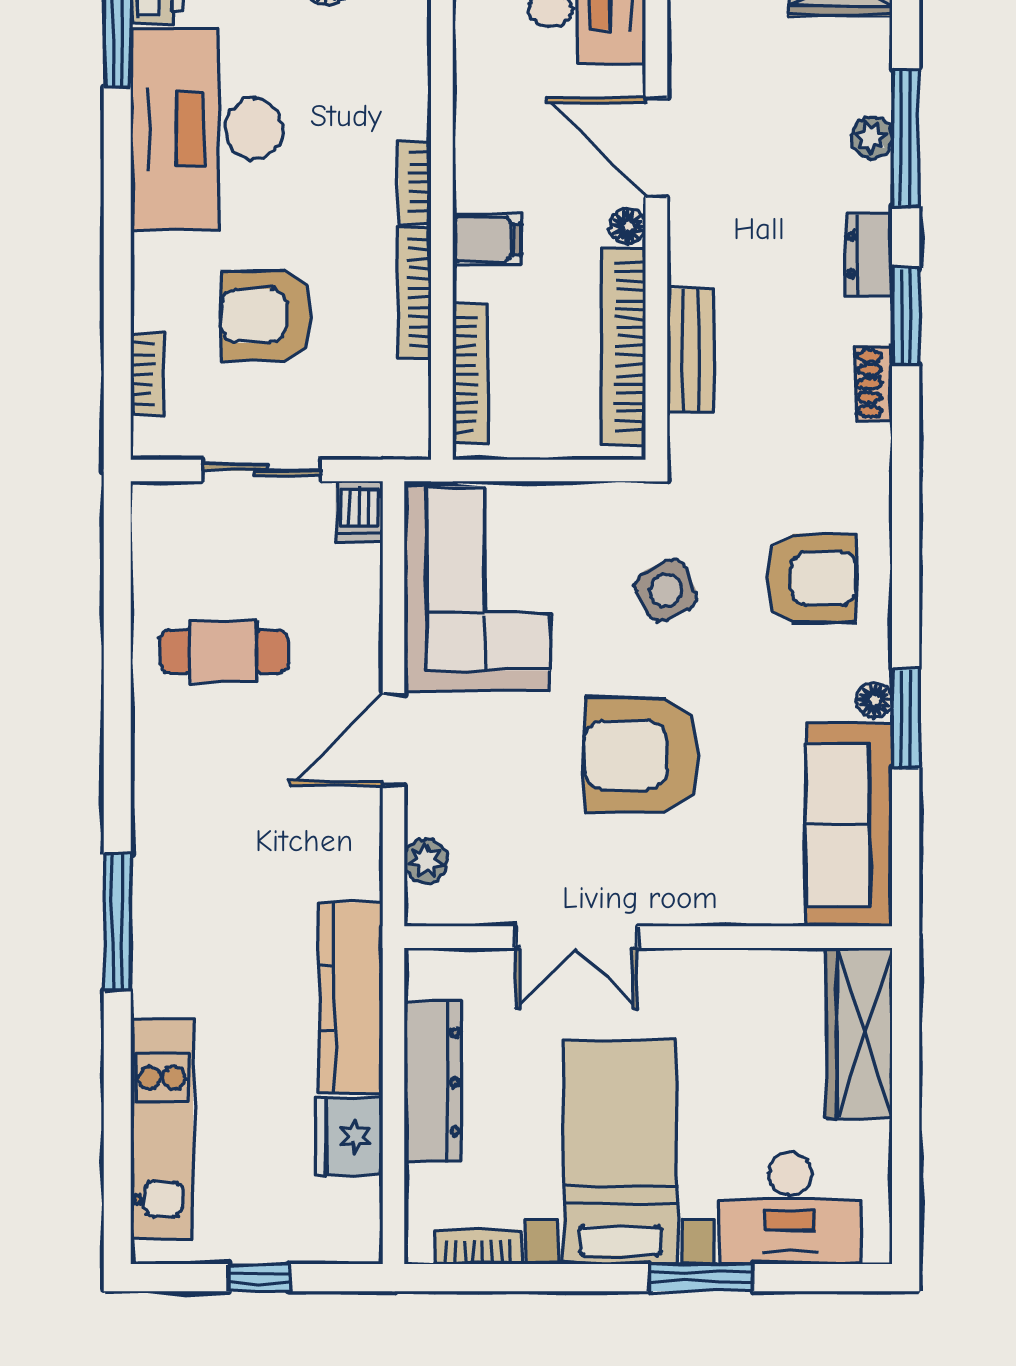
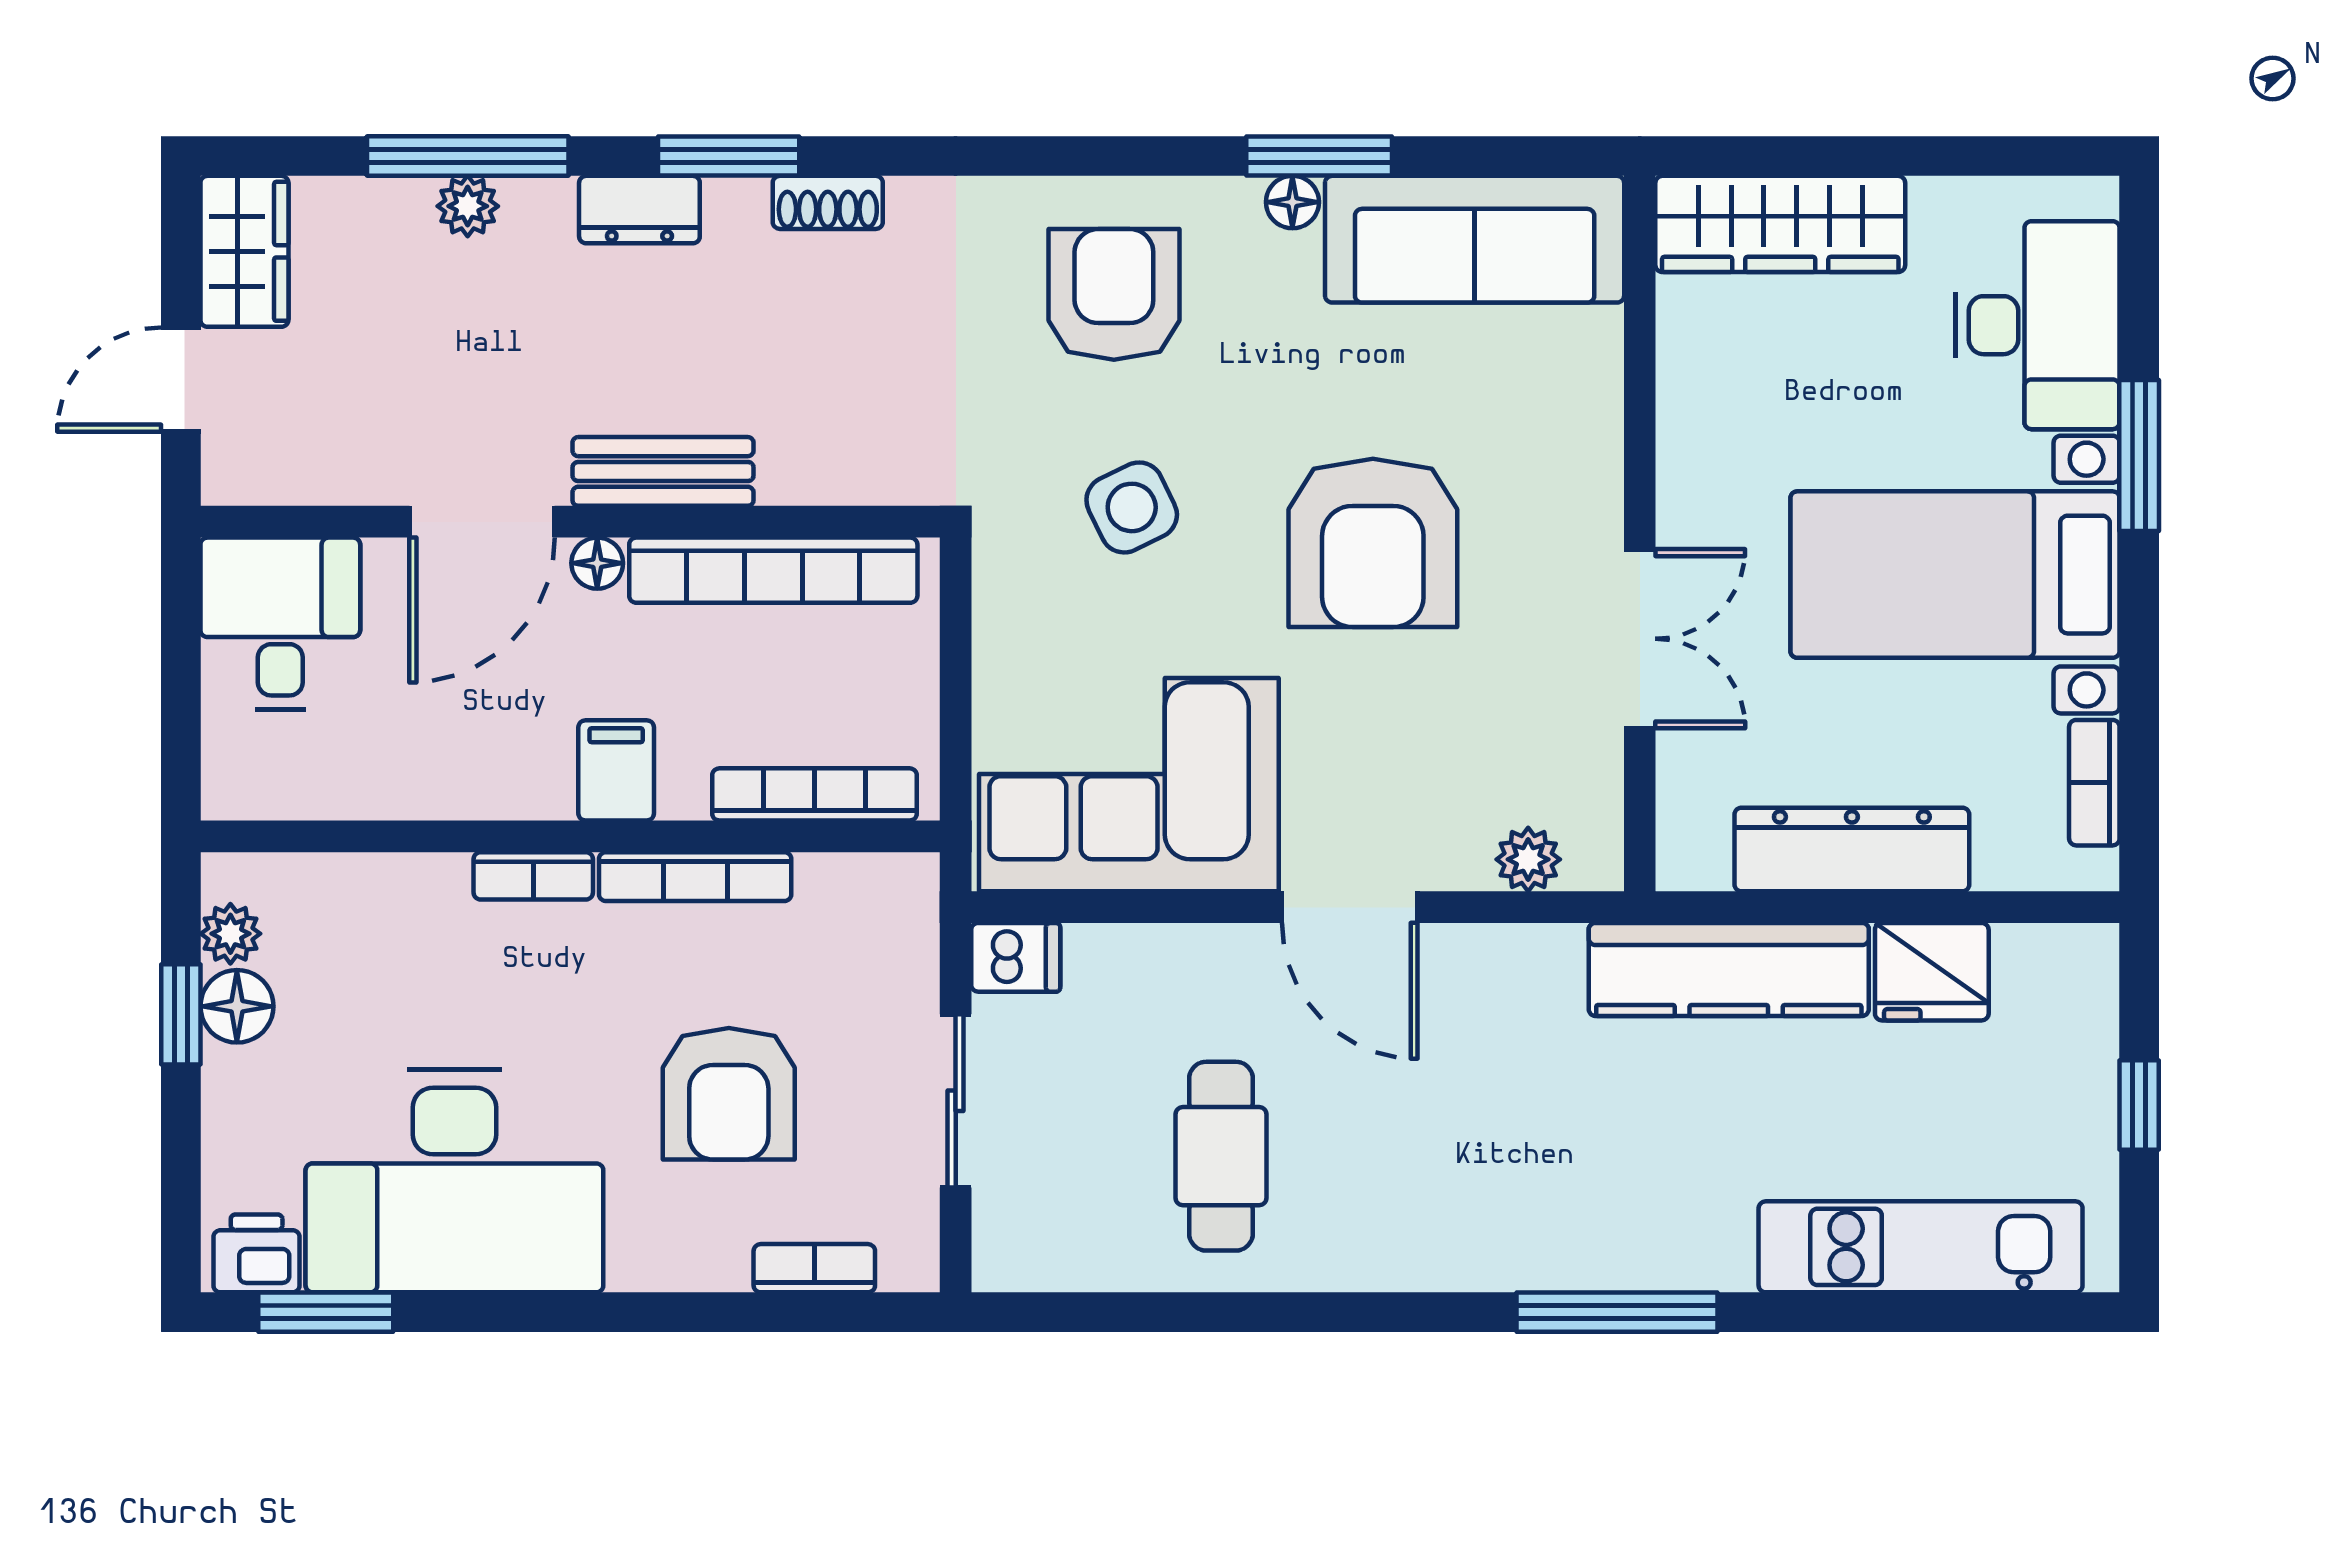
bench: (691, 350) -> (663, 471), moved

